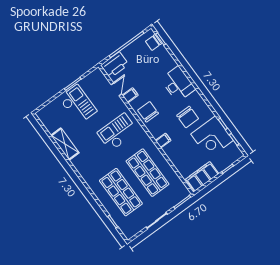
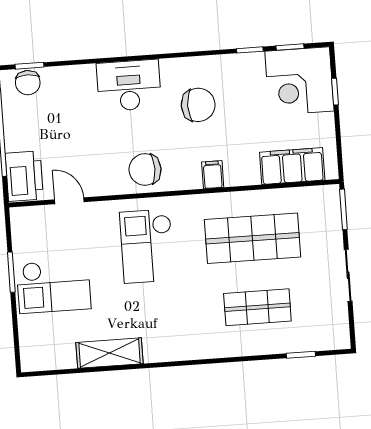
filing cabinet: (130, 95) -> (95, 183), removed
checkout: (78, 105) -> (54, 286), turned 180
corner desk: (212, 137) -> (299, 81), moved, turned 90
filing cabinet: (202, 176) -> (292, 166), moved, turned 90
shop shelf: (121, 192) -> (257, 307), width x0.70, depth x0.74

